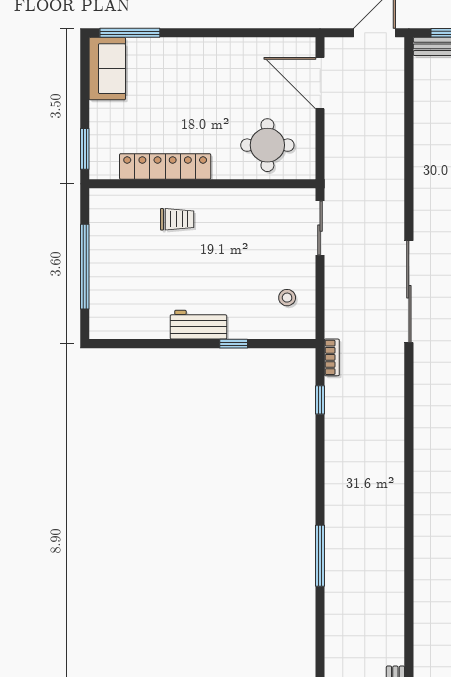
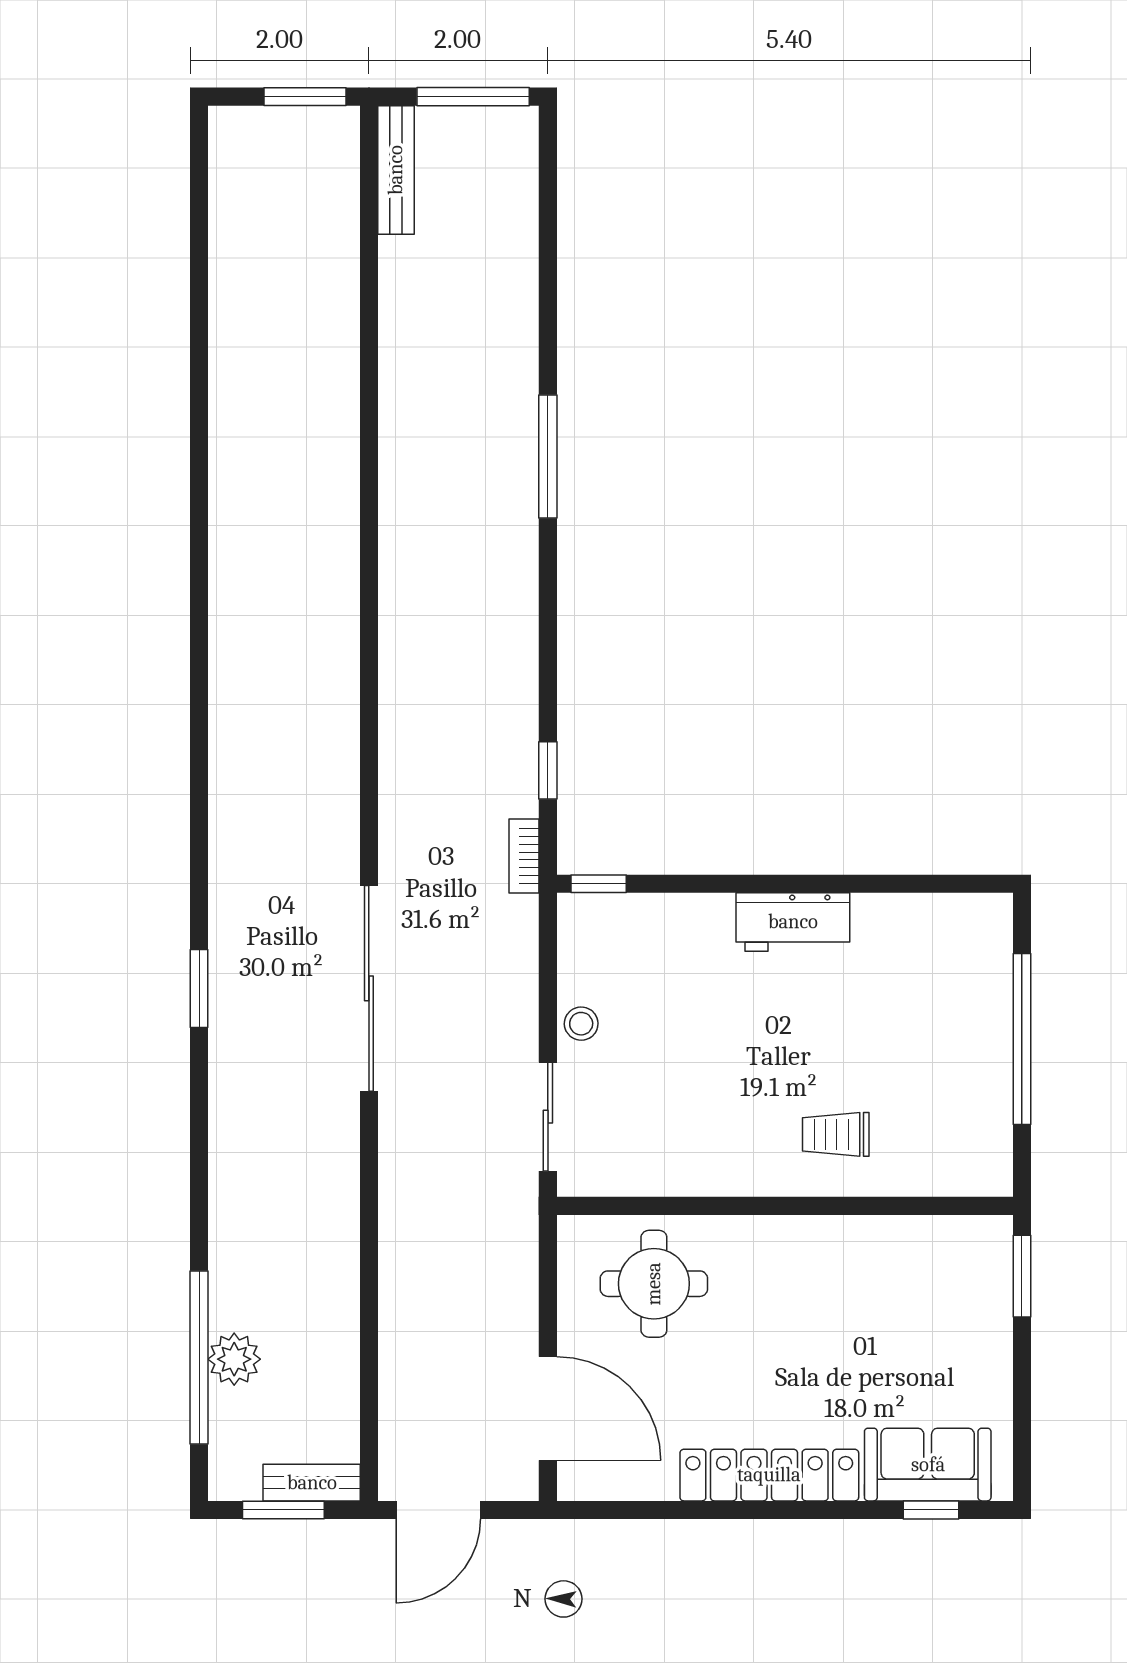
window: (130, 33) -> (931, 1510), width x0.46
sofa: (107, 69) -> (928, 1465), moved, turned 90
locker: (165, 166) -> (769, 1475), moved, turned 180
stool: (287, 298) -> (581, 1024), moved
window: (234, 344) -> (599, 884), moved

